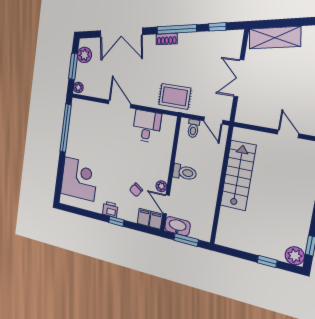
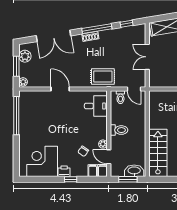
desk: (147, 126) -> (96, 106), moved, turned 90
stairs: (238, 175) -> (158, 153), moved
corner desk: (79, 179) -> (42, 161), moved, turned -90
washbasin: (177, 226) -> (134, 171), moved

